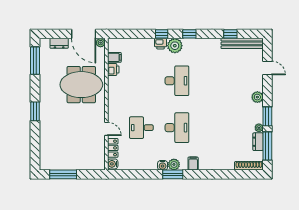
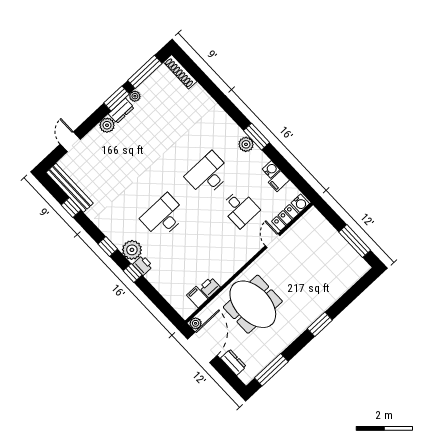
dresser: (258, 142) -> (121, 111), moved
filing cabinet: (193, 164) -> (279, 181), moved
water cooler: (163, 165) -> (271, 169), moved

